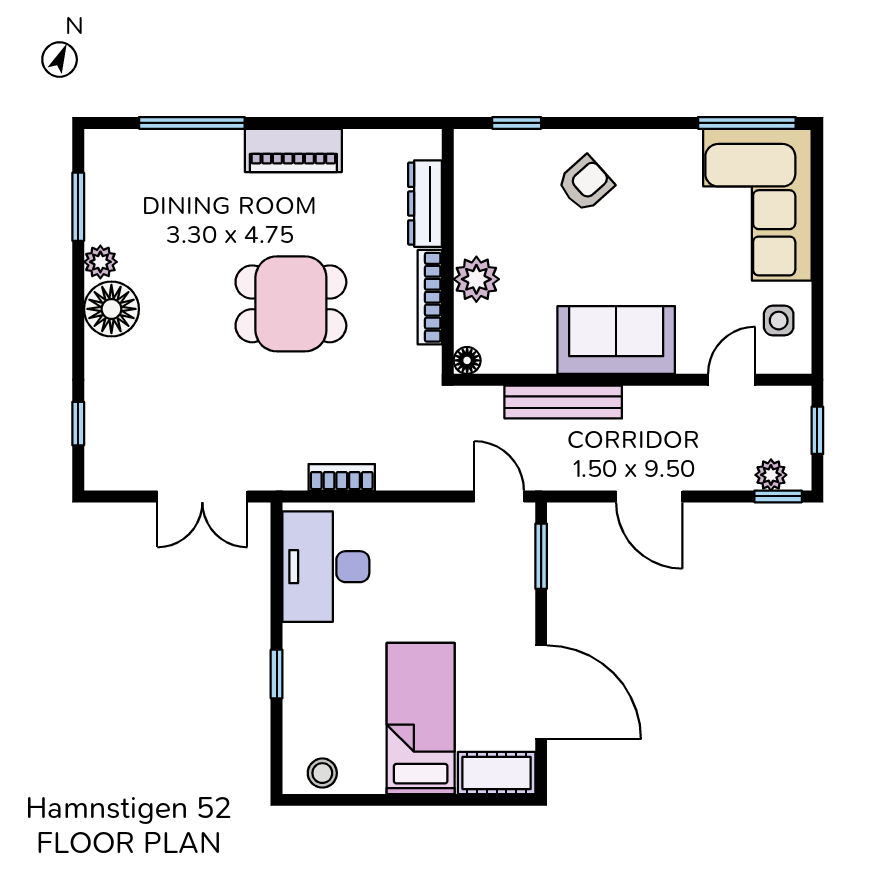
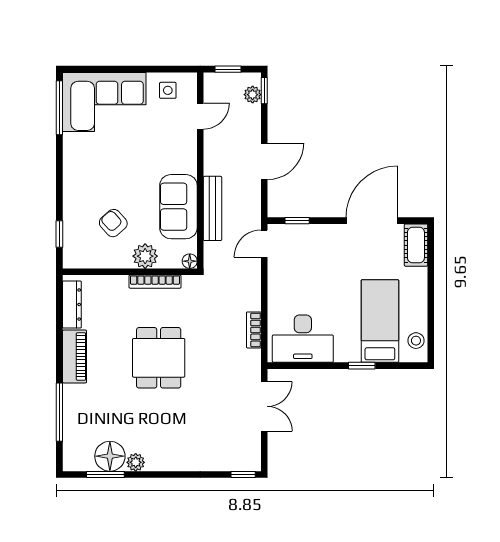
armchair: (585, 184) -> (113, 223), moved
dresser: (425, 204) -> (72, 305), moved, turned -90
floor lamp: (111, 309) -> (110, 456), moved
sofa: (616, 340) -> (178, 207), moved
door: (732, 380) -> (200, 116), swing flipped
window: (78, 424) -> (243, 475), moved
window: (541, 556) -> (297, 221), width x0.67
bed: (421, 718) -> (380, 321), moved, turned 90

